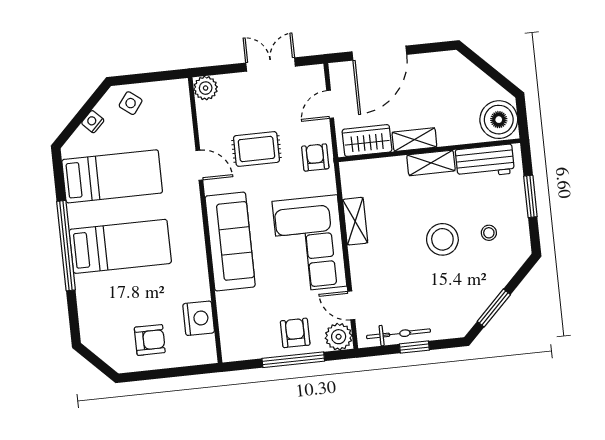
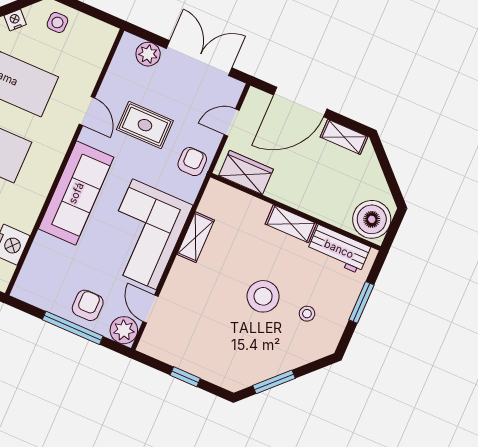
double door: (271, 65) -> (199, 58), width x1.37
plant: (206, 88) -> (148, 54), moved
side table: (131, 103) -> (57, 22), turned -37
shelving: (414, 140) -> (344, 137), moved
bicycle: (398, 334) -> (178, 357), removed

